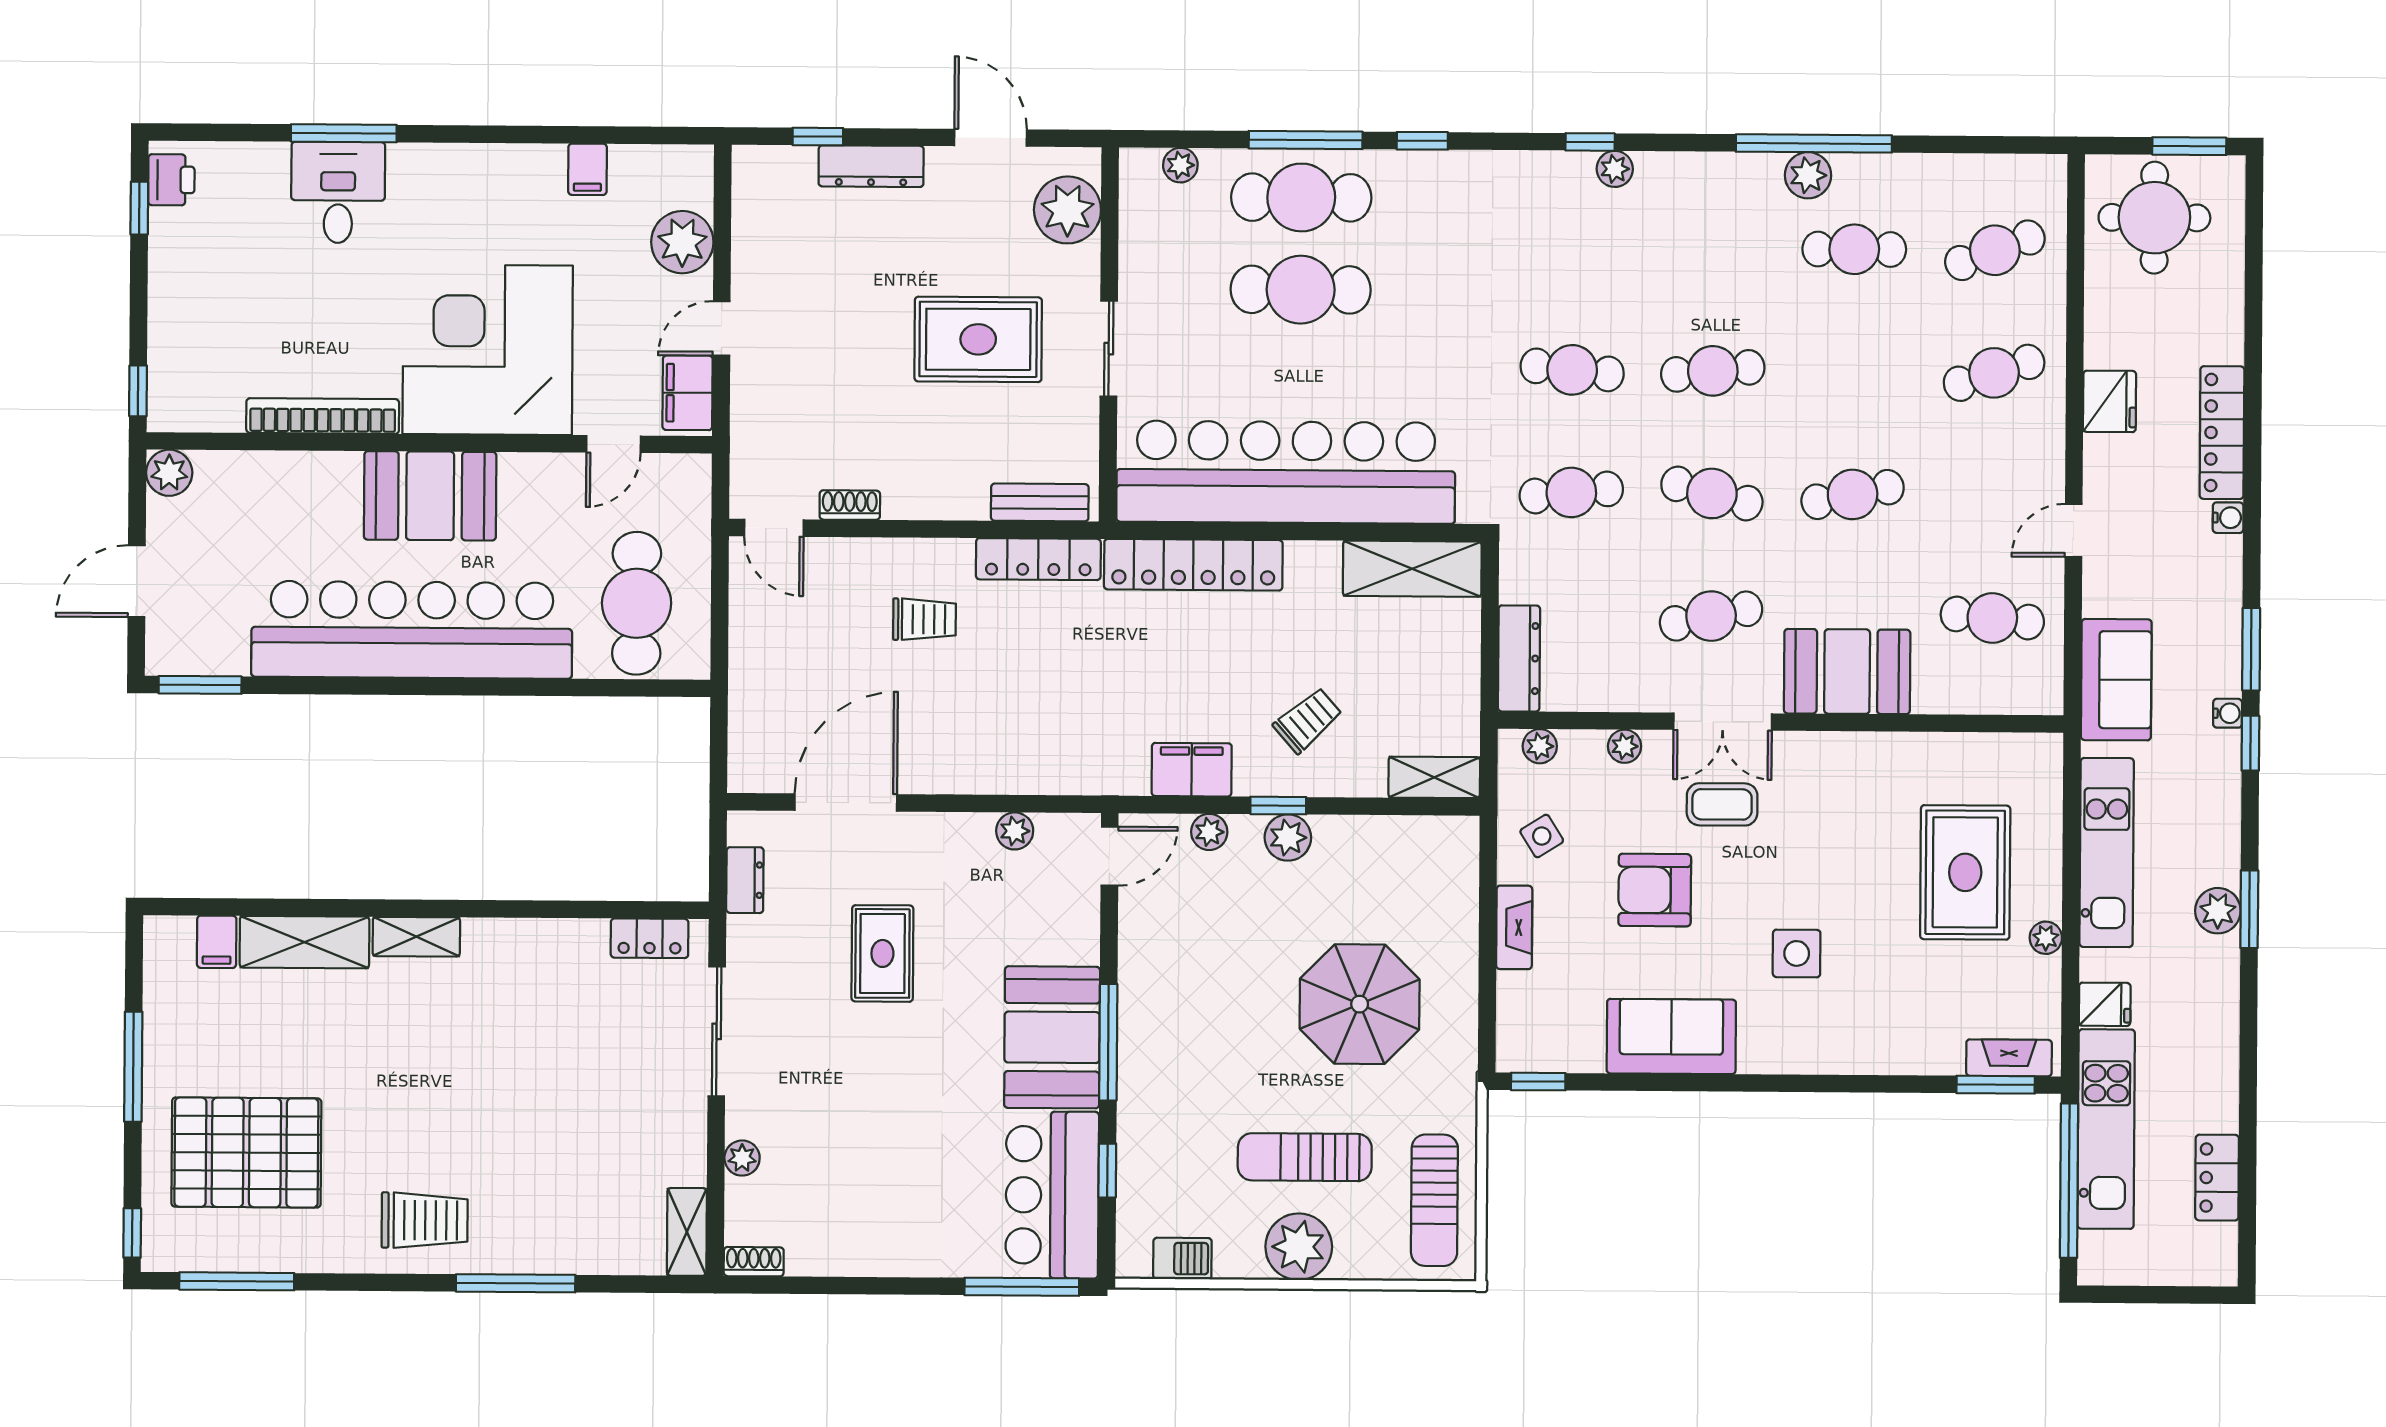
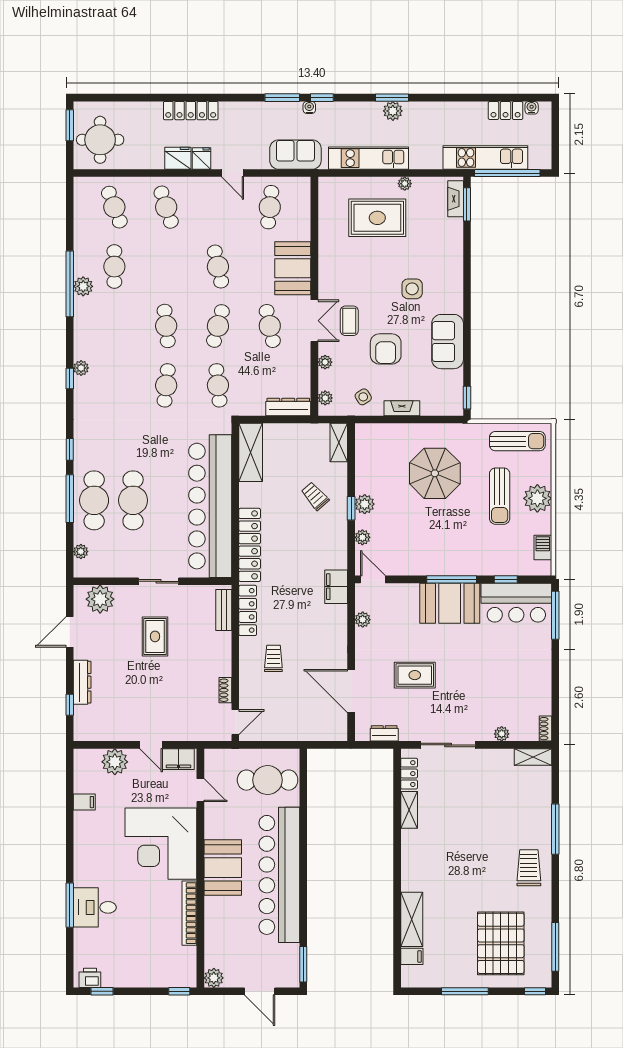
rug: (978, 339) -> (155, 636), width x0.73, depth x0.70
water cooler: (2228, 518) -> (532, 108), moved
filing cabinet: (1192, 770) -> (336, 587), moved
shelving: (416, 937) -> (409, 810), moved
fridge: (2105, 1004) -> (201, 158), moved

